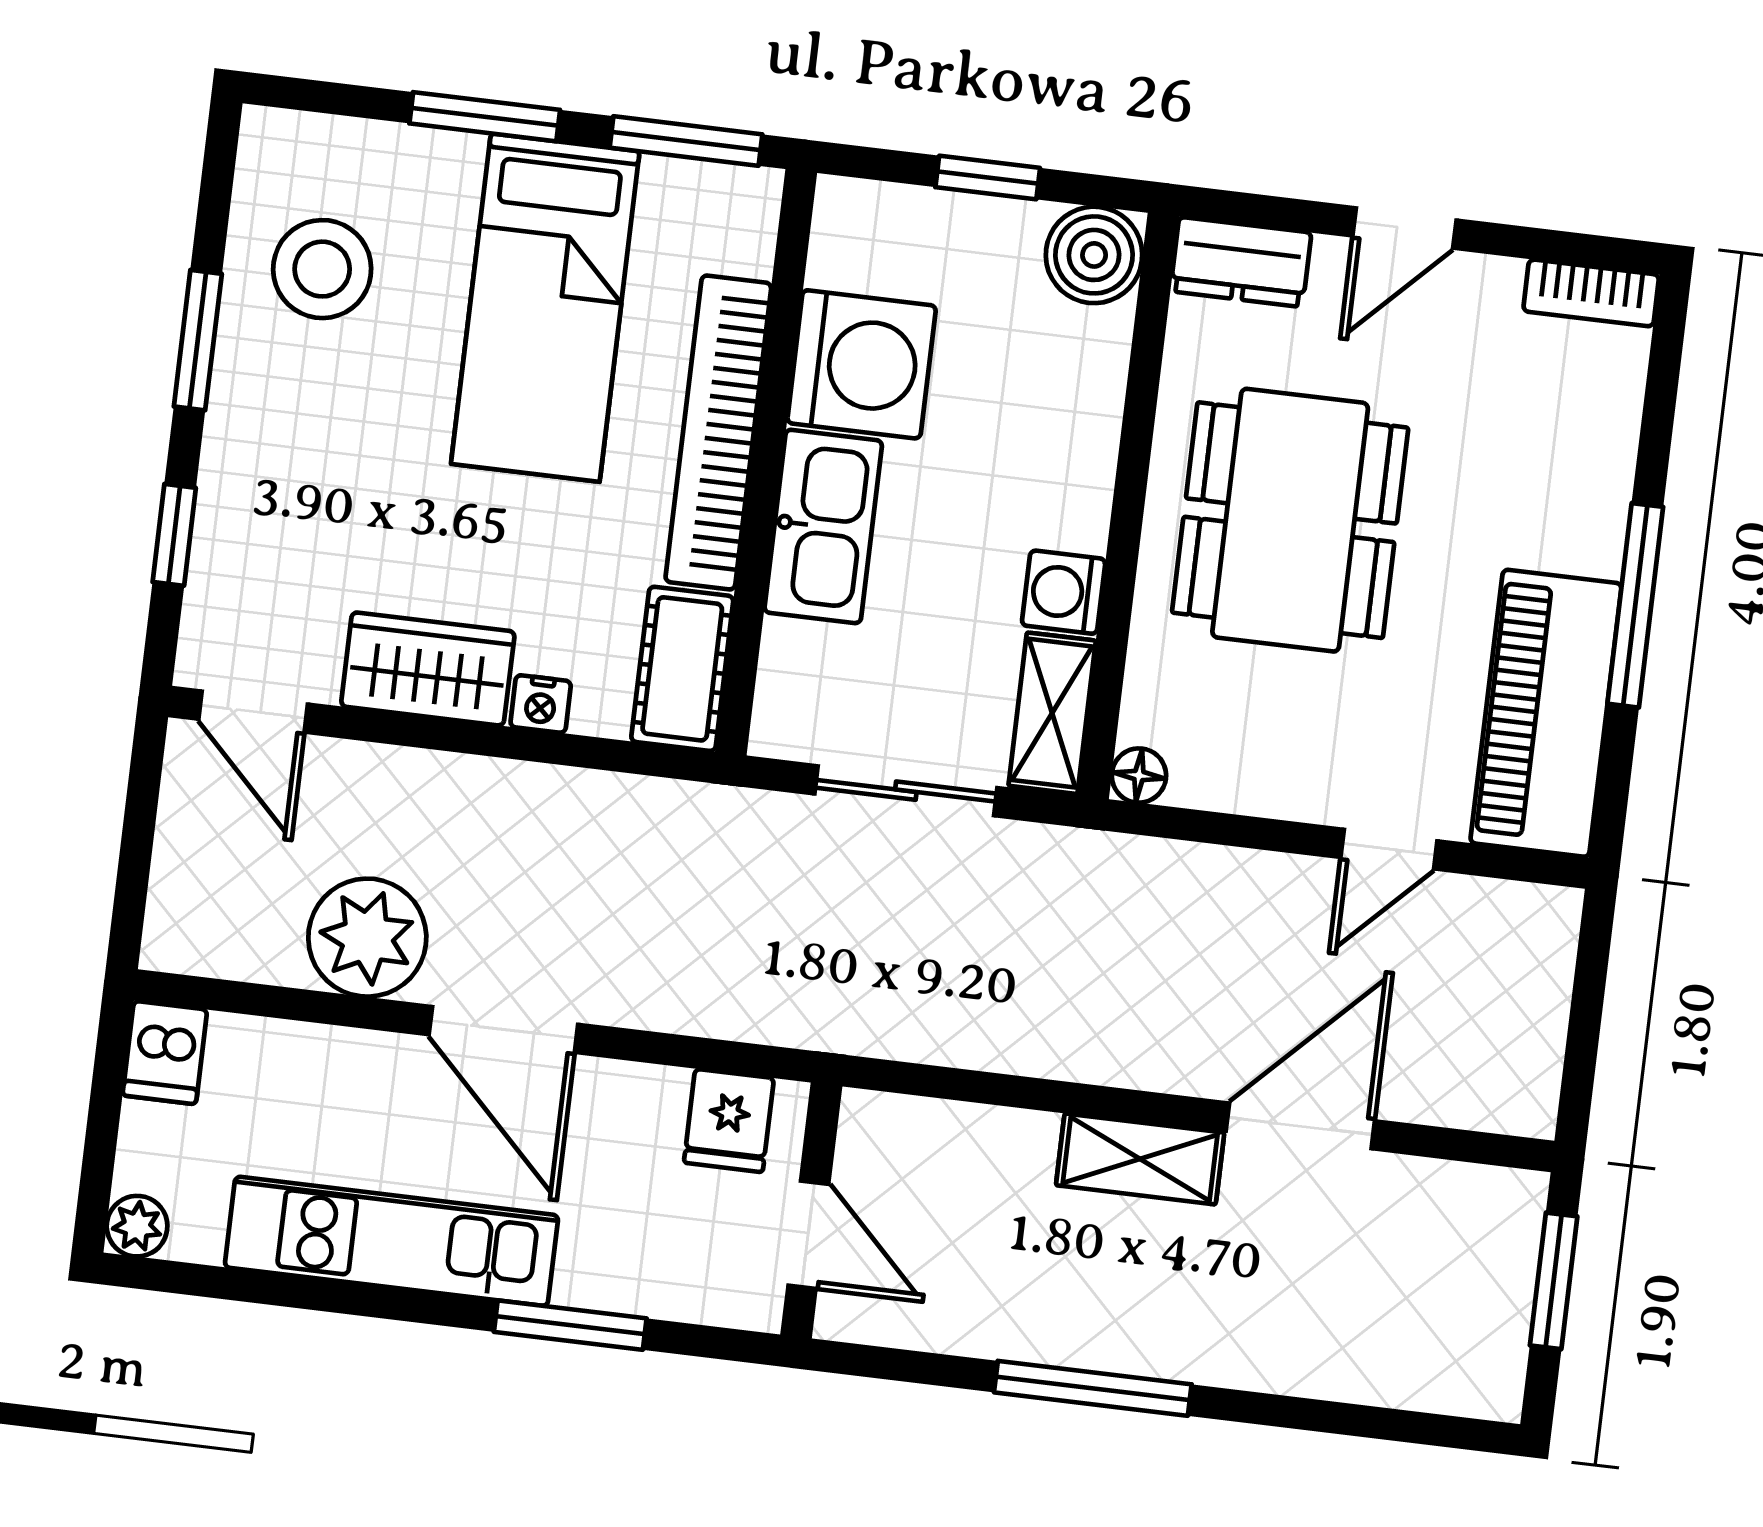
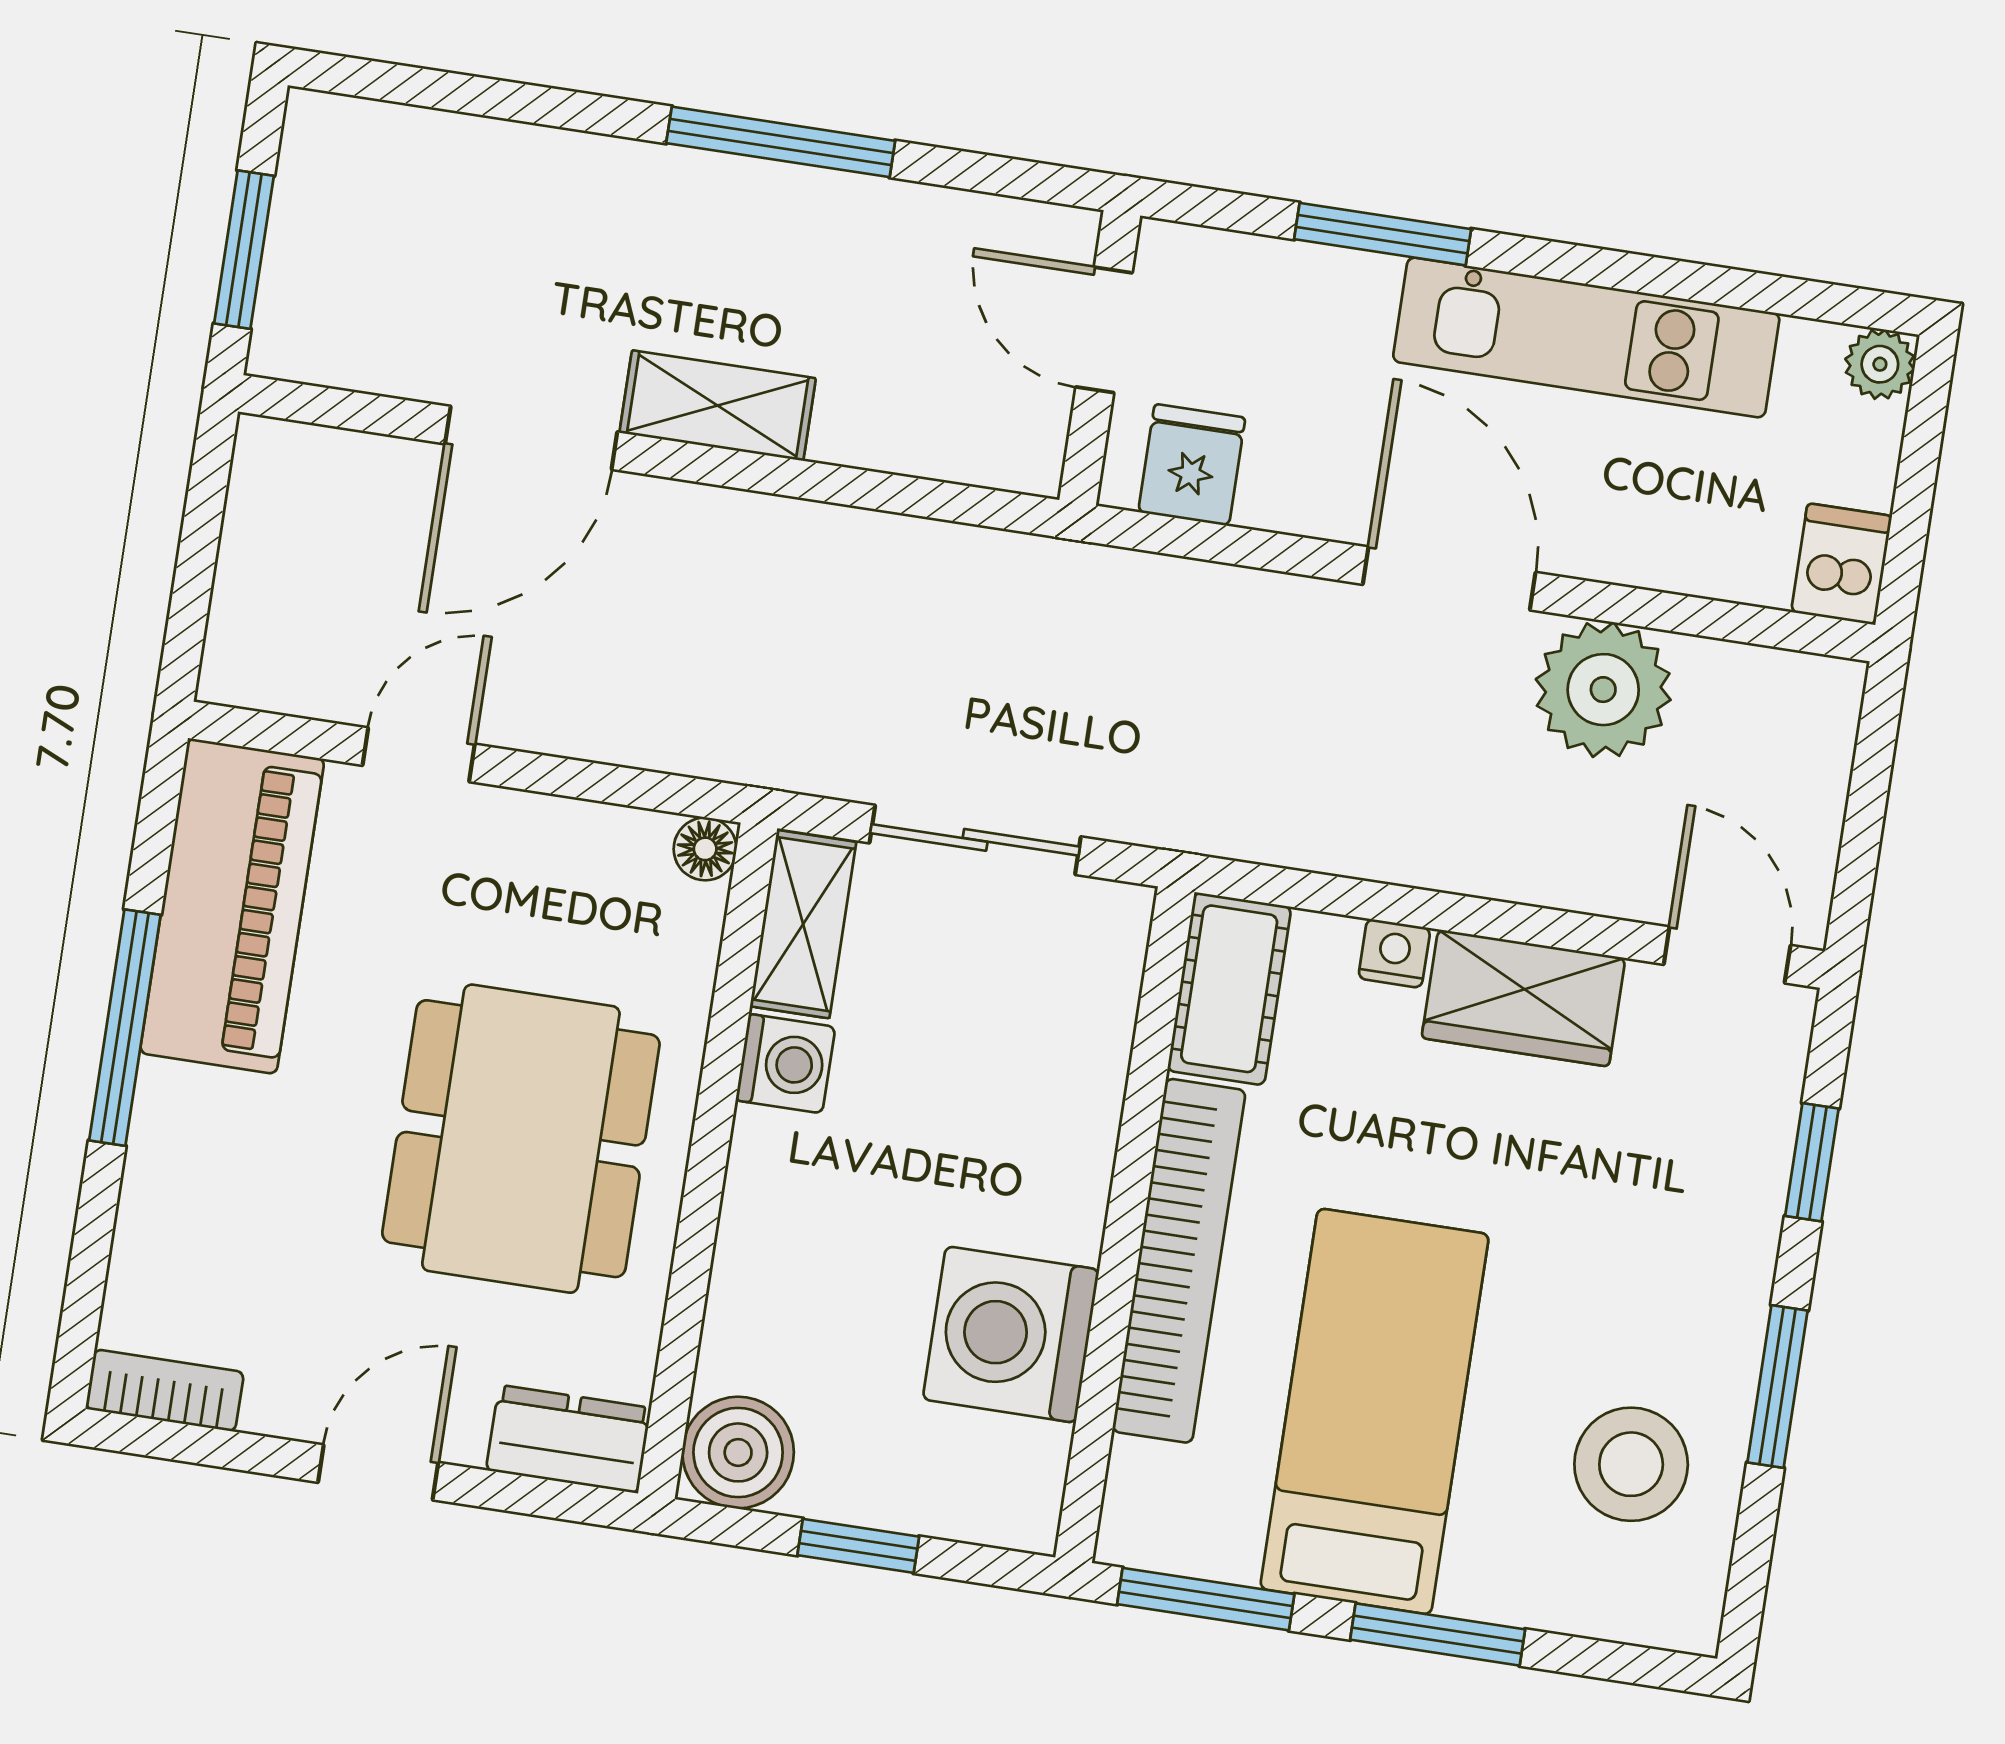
kitchen sink: (823, 526) -> (1061, 1148), removed

